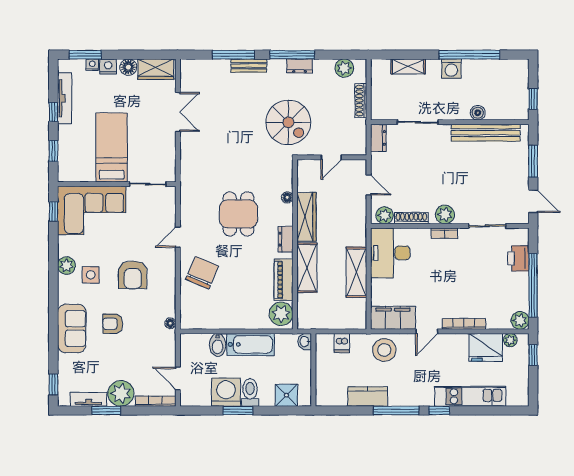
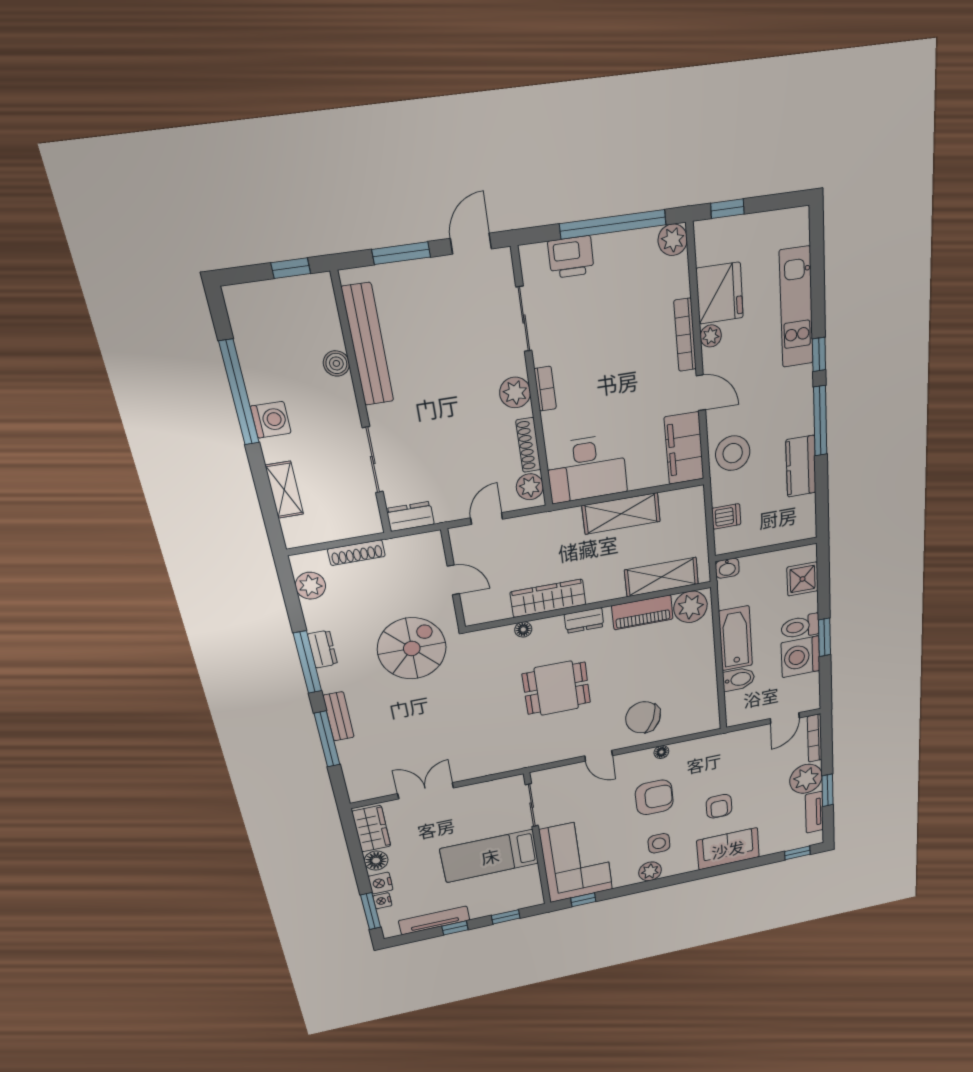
shelving: (307, 268) -> (662, 577), moved
floor lamp: (170, 323) -> (661, 752), moved
plant: (510, 340) -> (711, 336), moved

